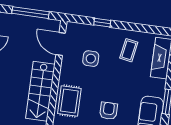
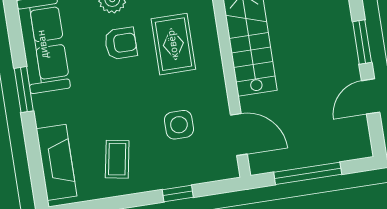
rug: (69, 101) -> (173, 44), moved
armchair: (109, 111) -> (121, 43), turned -90

